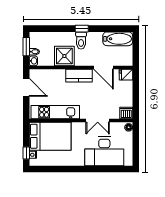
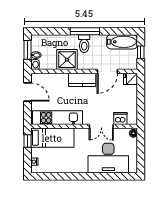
window: (82, 29) -> (85, 31), width x2.17
window: (136, 49) -> (141, 52), added
door: (103, 67) -> (107, 71), hinge flipped
dishwasher: (126, 113) -> (120, 119), moved
bed: (50, 136) -> (52, 138), width x0.67
window: (26, 153) -> (27, 141), moved

